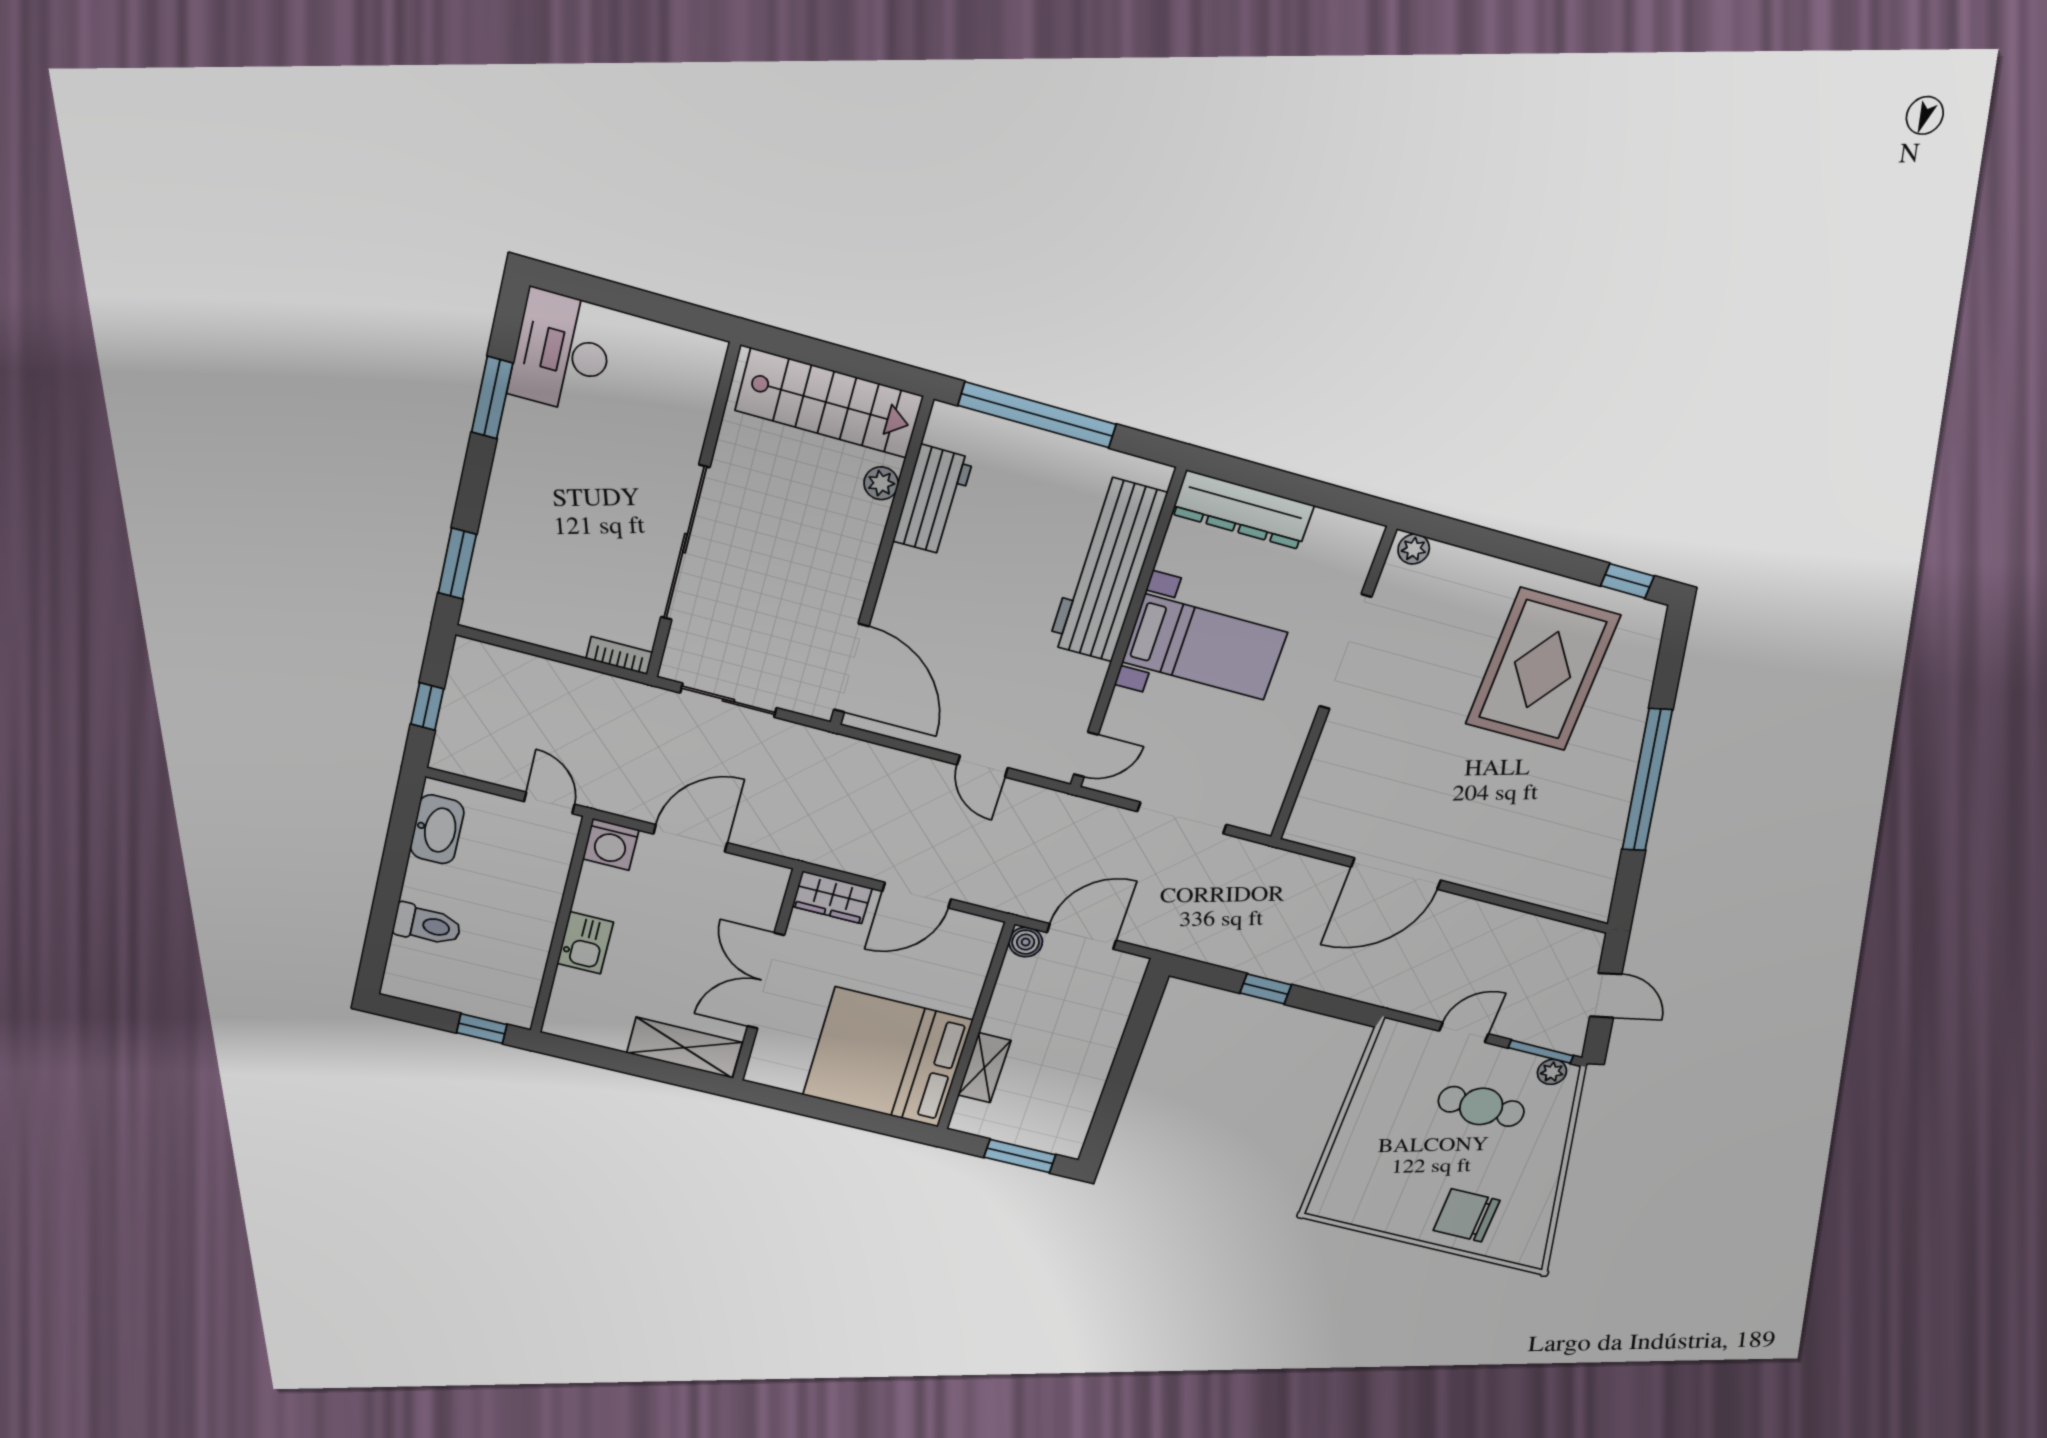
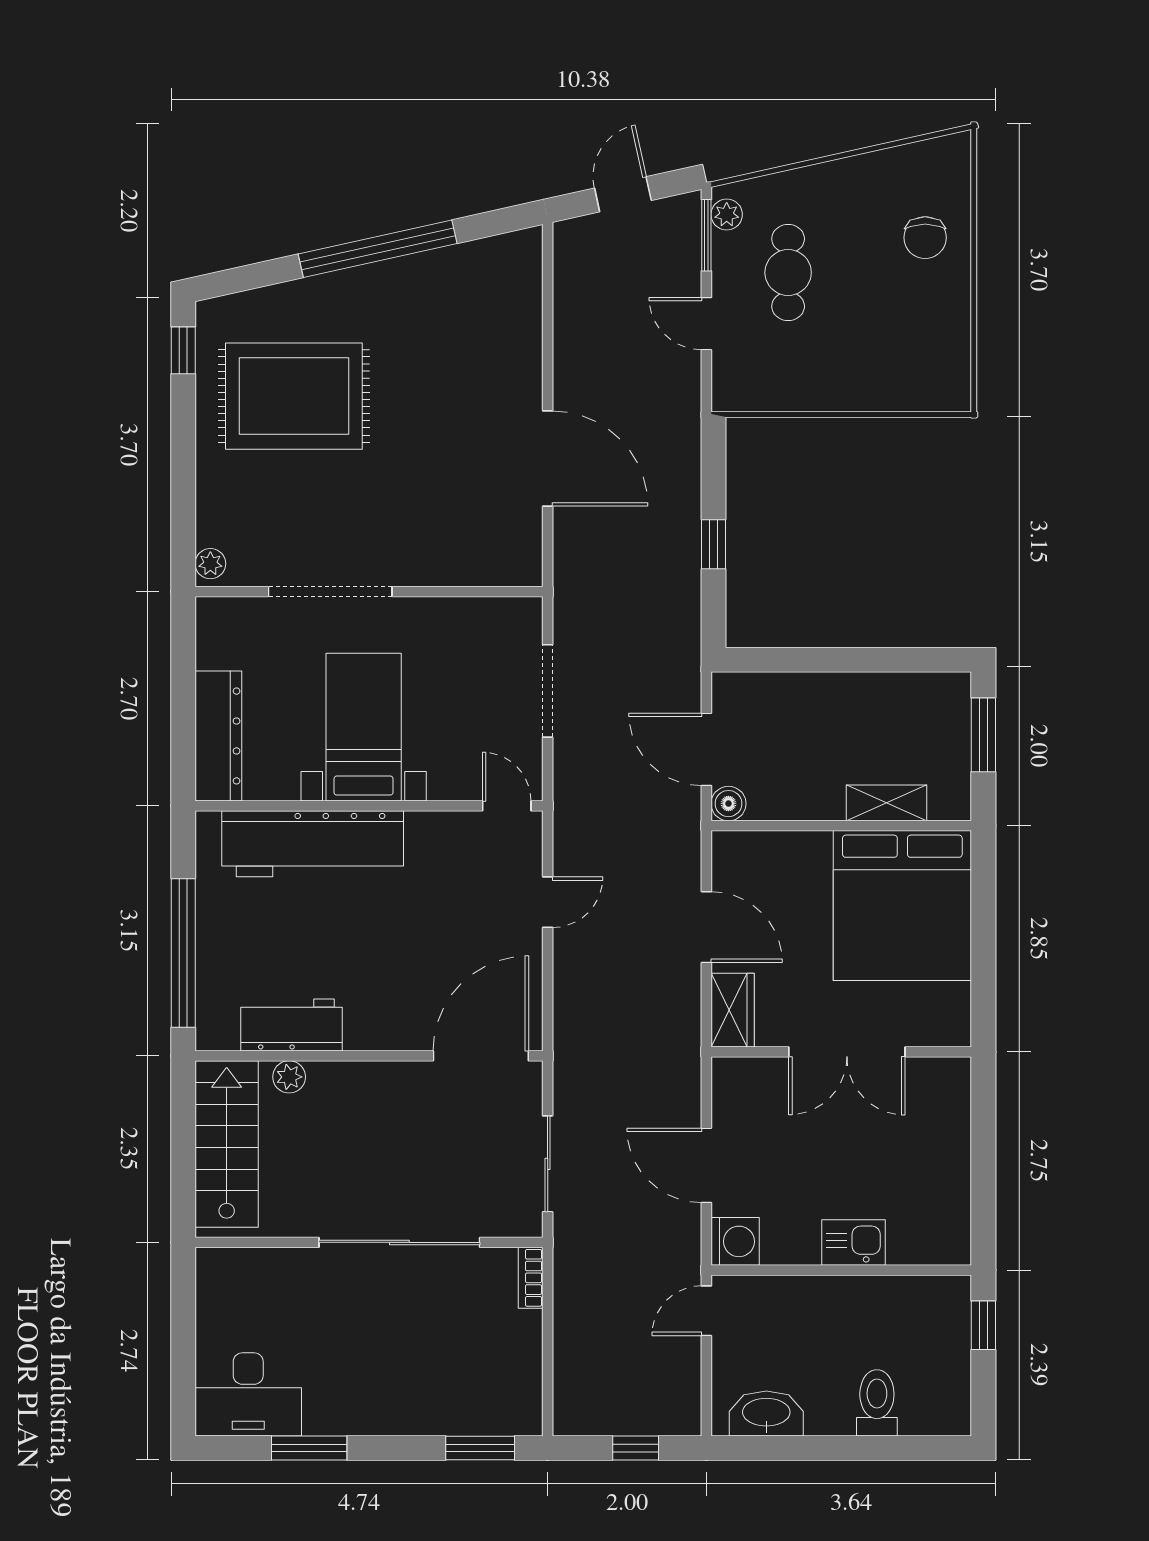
shelving: (684, 1048) -> (949, 1115), removed
chair: (1466, 1215) -> (925, 238), width x0.73, depth x0.73

